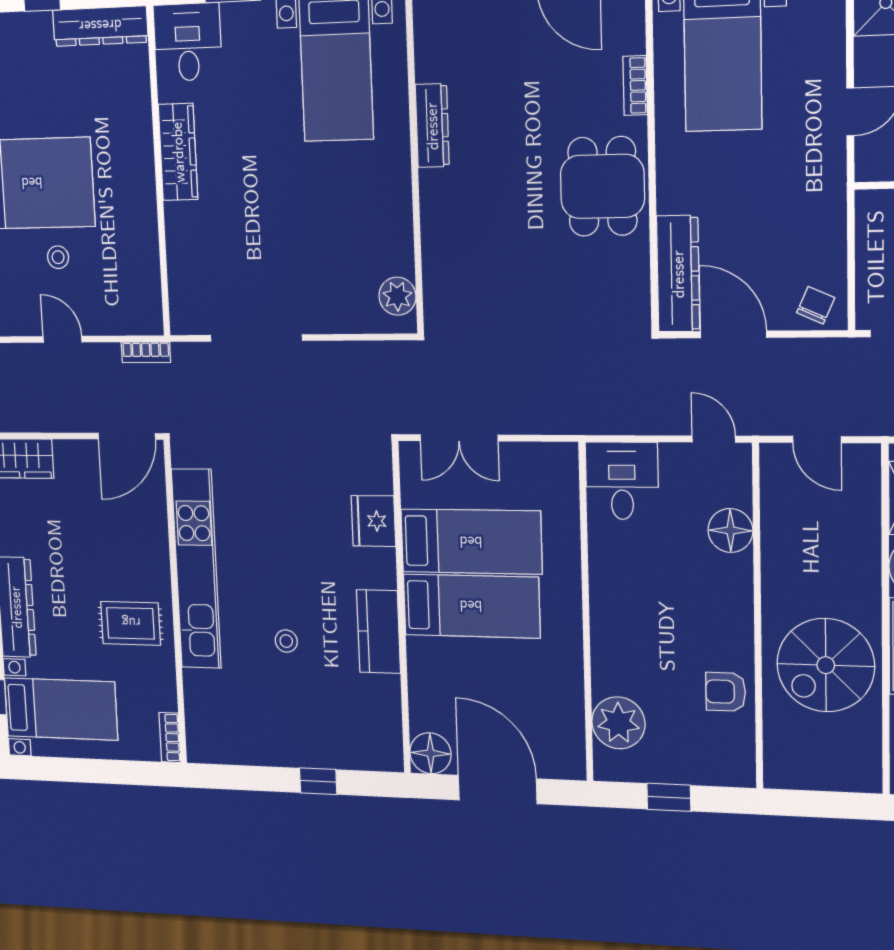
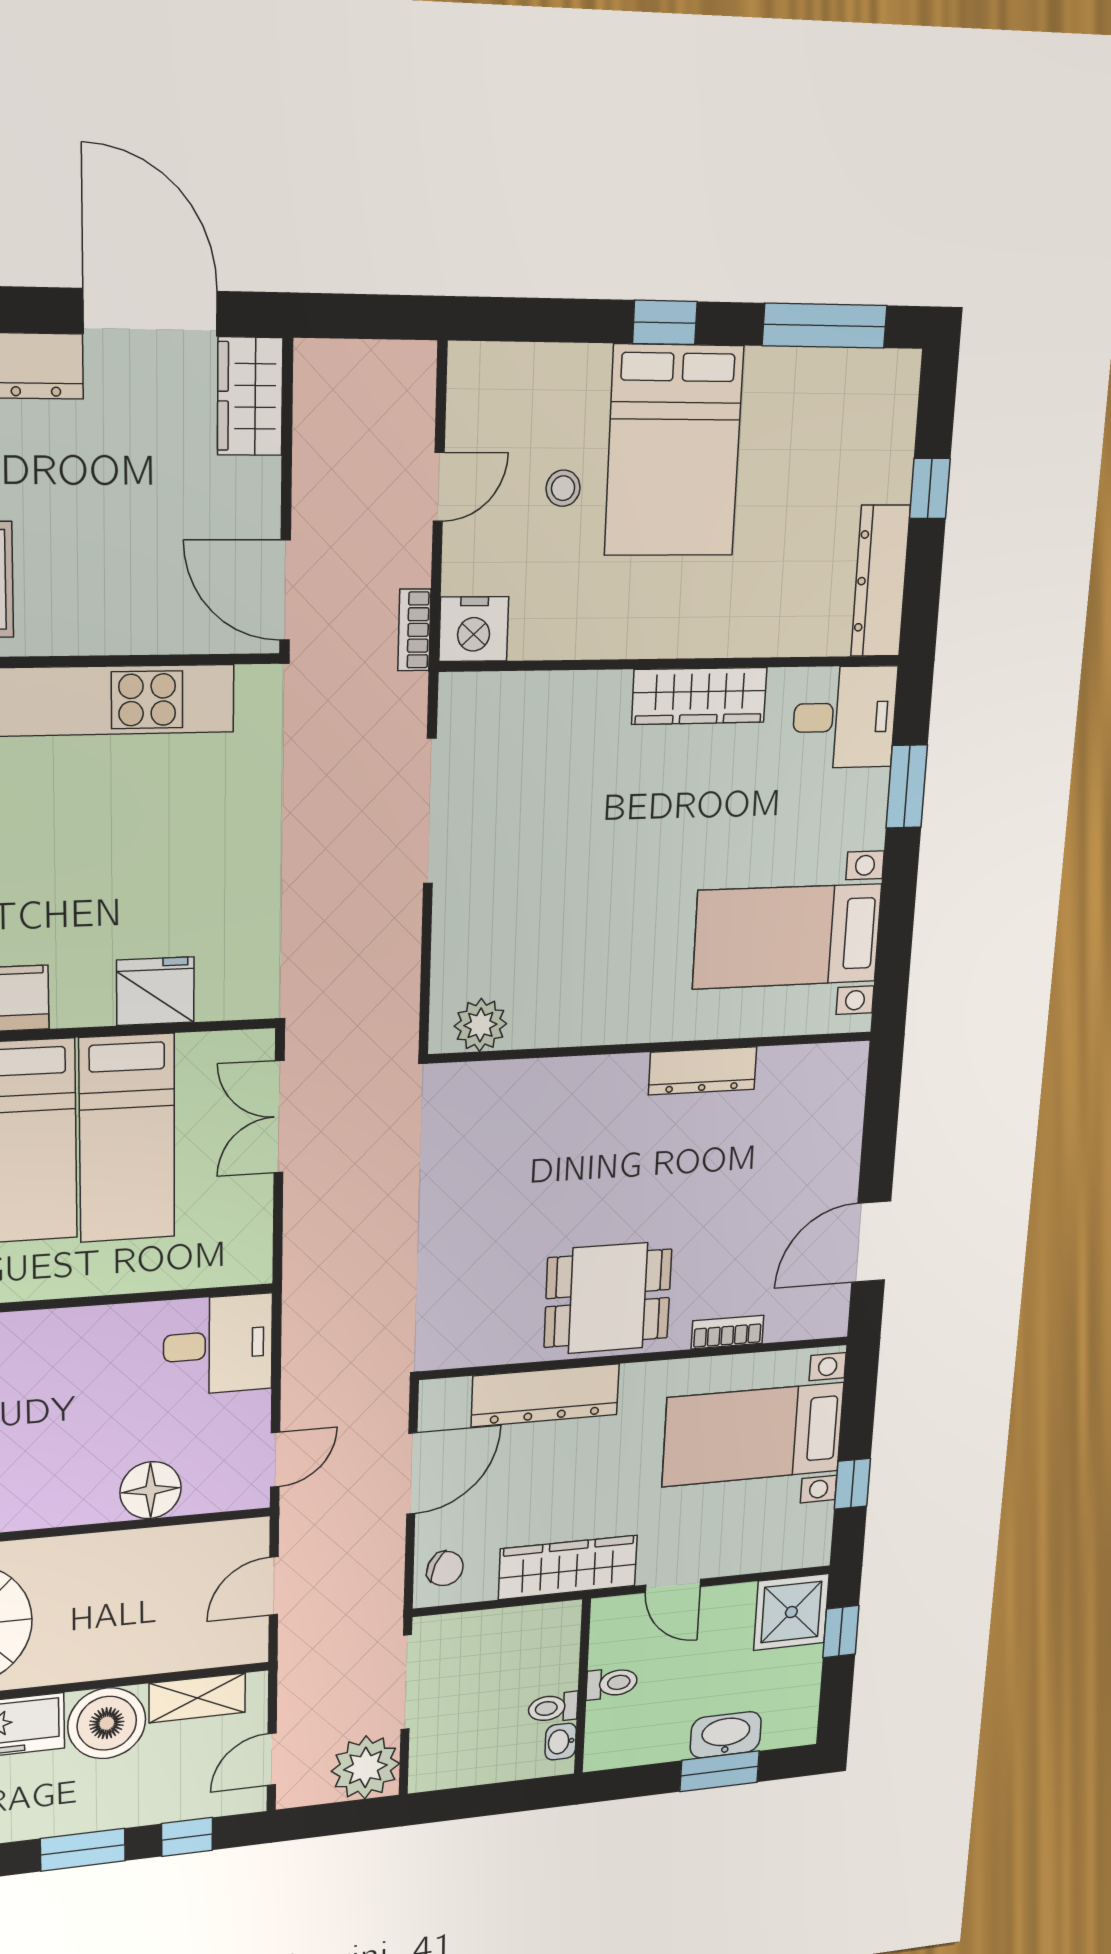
wardrobe: (825, 204) -> (568, 1567), added
dresser: (678, 274) -> (545, 1395), moved
nightstand: (144, 313) -> (474, 629), added

